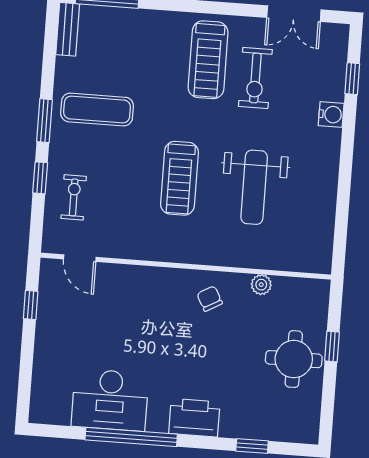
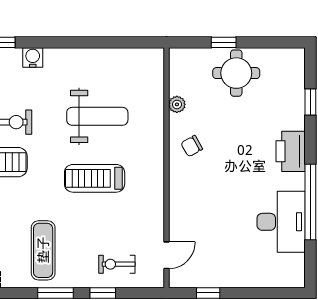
treadmill: (179, 178) -> (95, 178), turned 180

